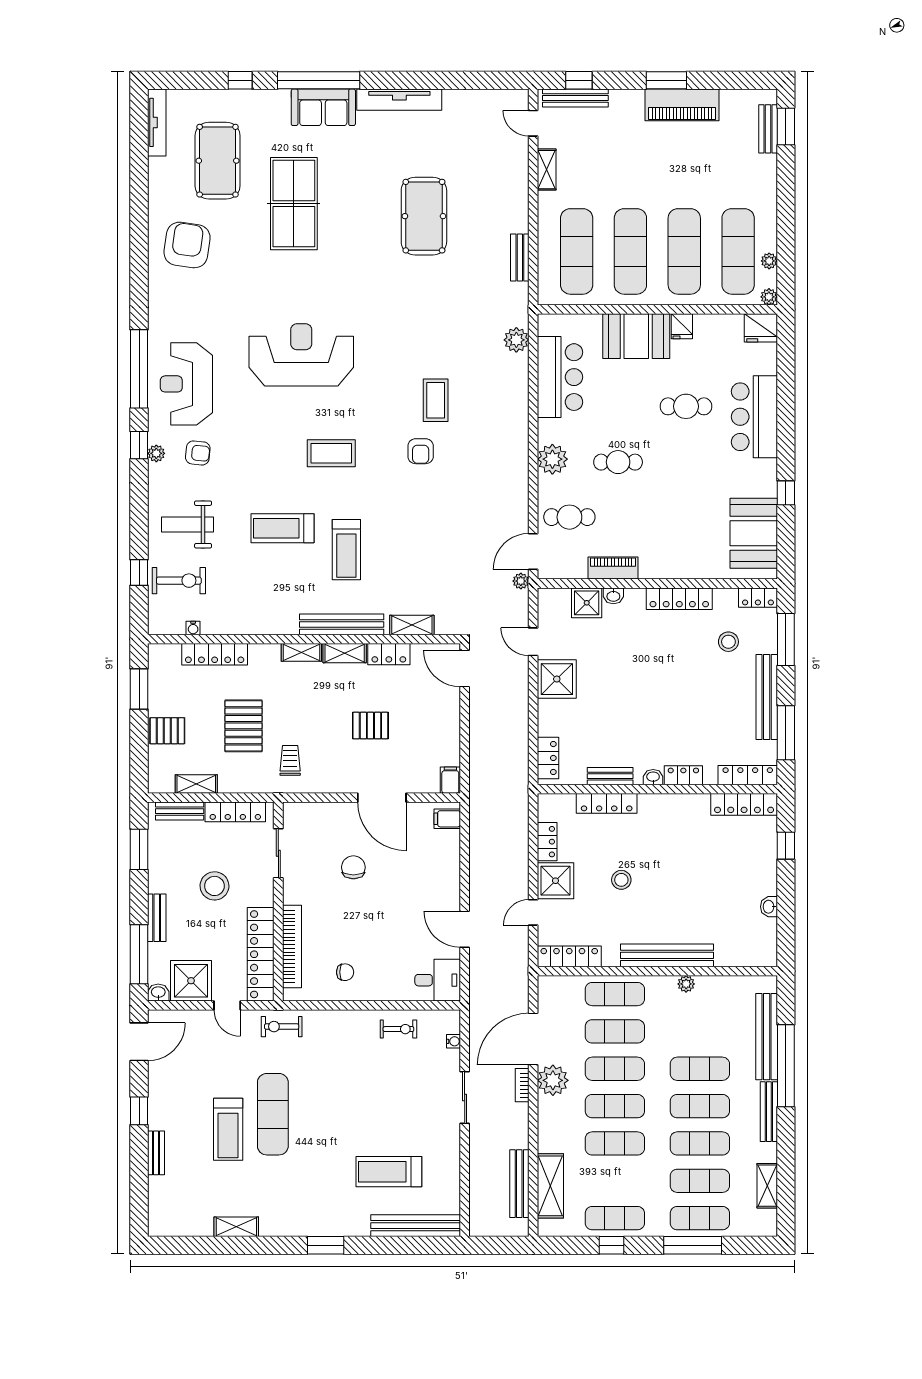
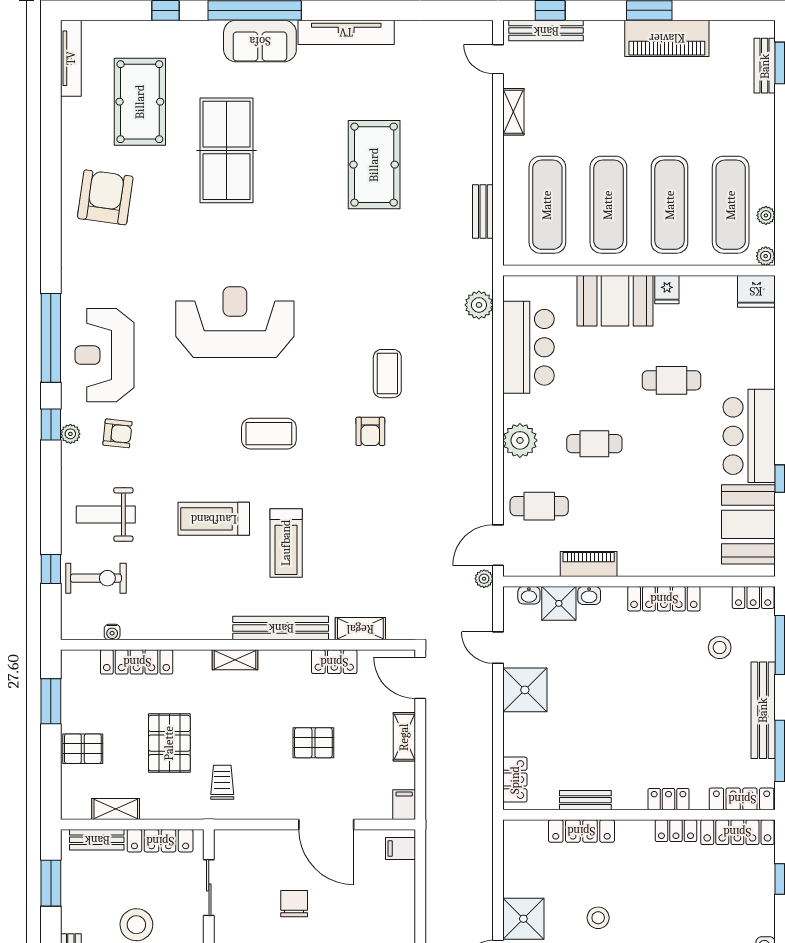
bar counter: (754, 417) -> (749, 436), moved
shelving: (345, 653) -> (404, 737), moved, turned 90
washbasin: (653, 777) -> (529, 595), moved, turned 180
locker: (547, 842) -> (676, 831), moved, turned 90

